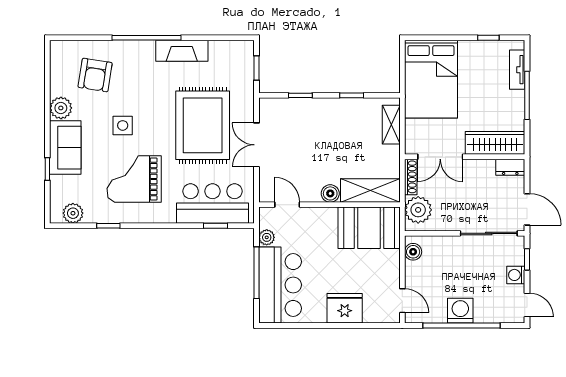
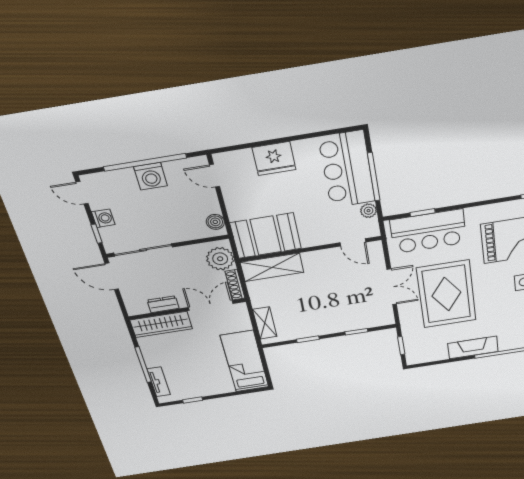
bed: (431, 79) -> (245, 361), width x0.67
dresser: (510, 167) -> (163, 304), moved
boiler: (330, 193) -> (311, 259), removed

